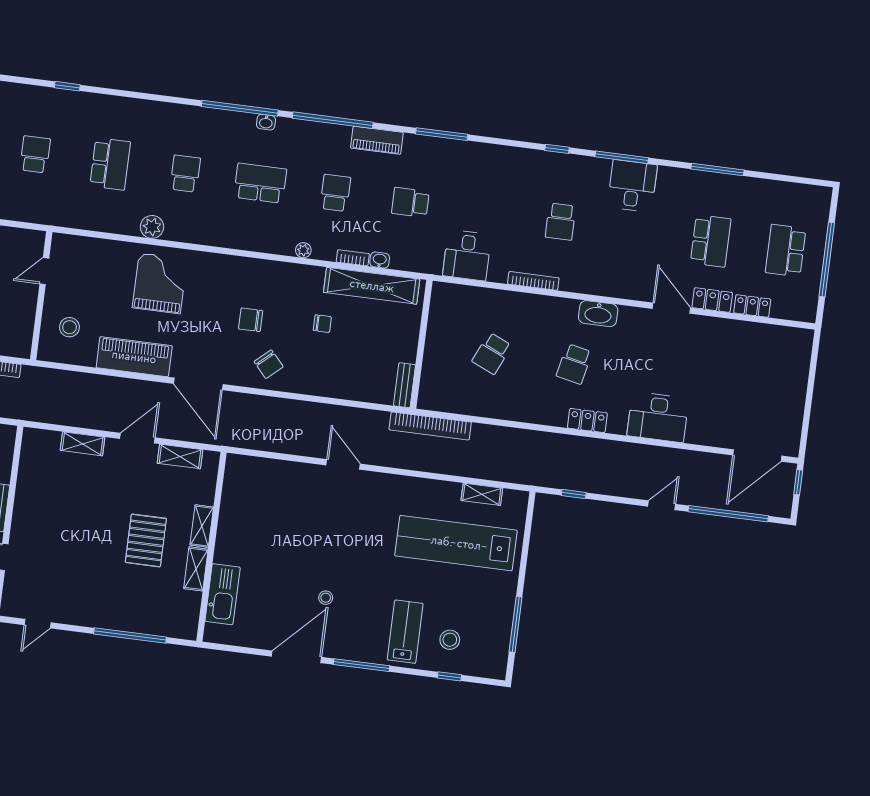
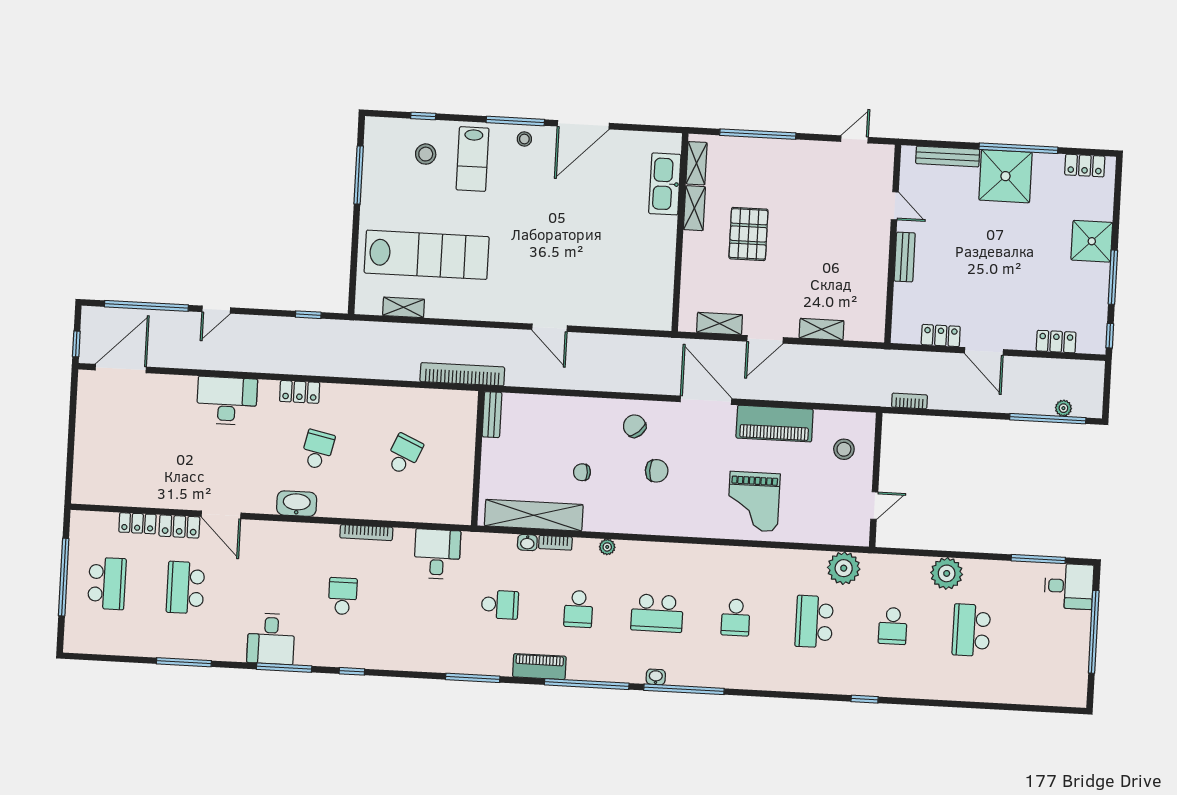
plant: (152, 227) -> (844, 568), moved, width x1.36, depth x1.36
shelving: (202, 526) -> (696, 163), moved
stool: (326, 598) -> (524, 139), moved

